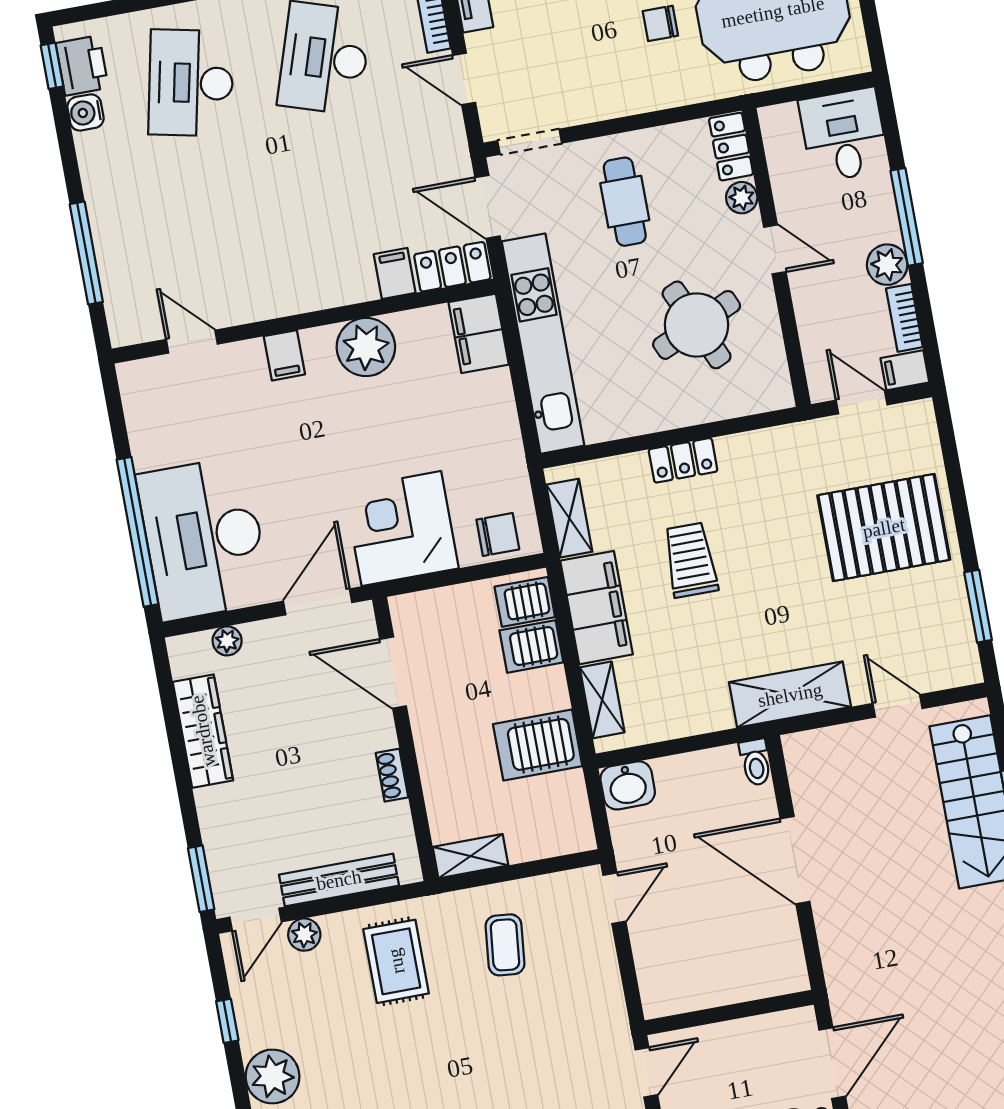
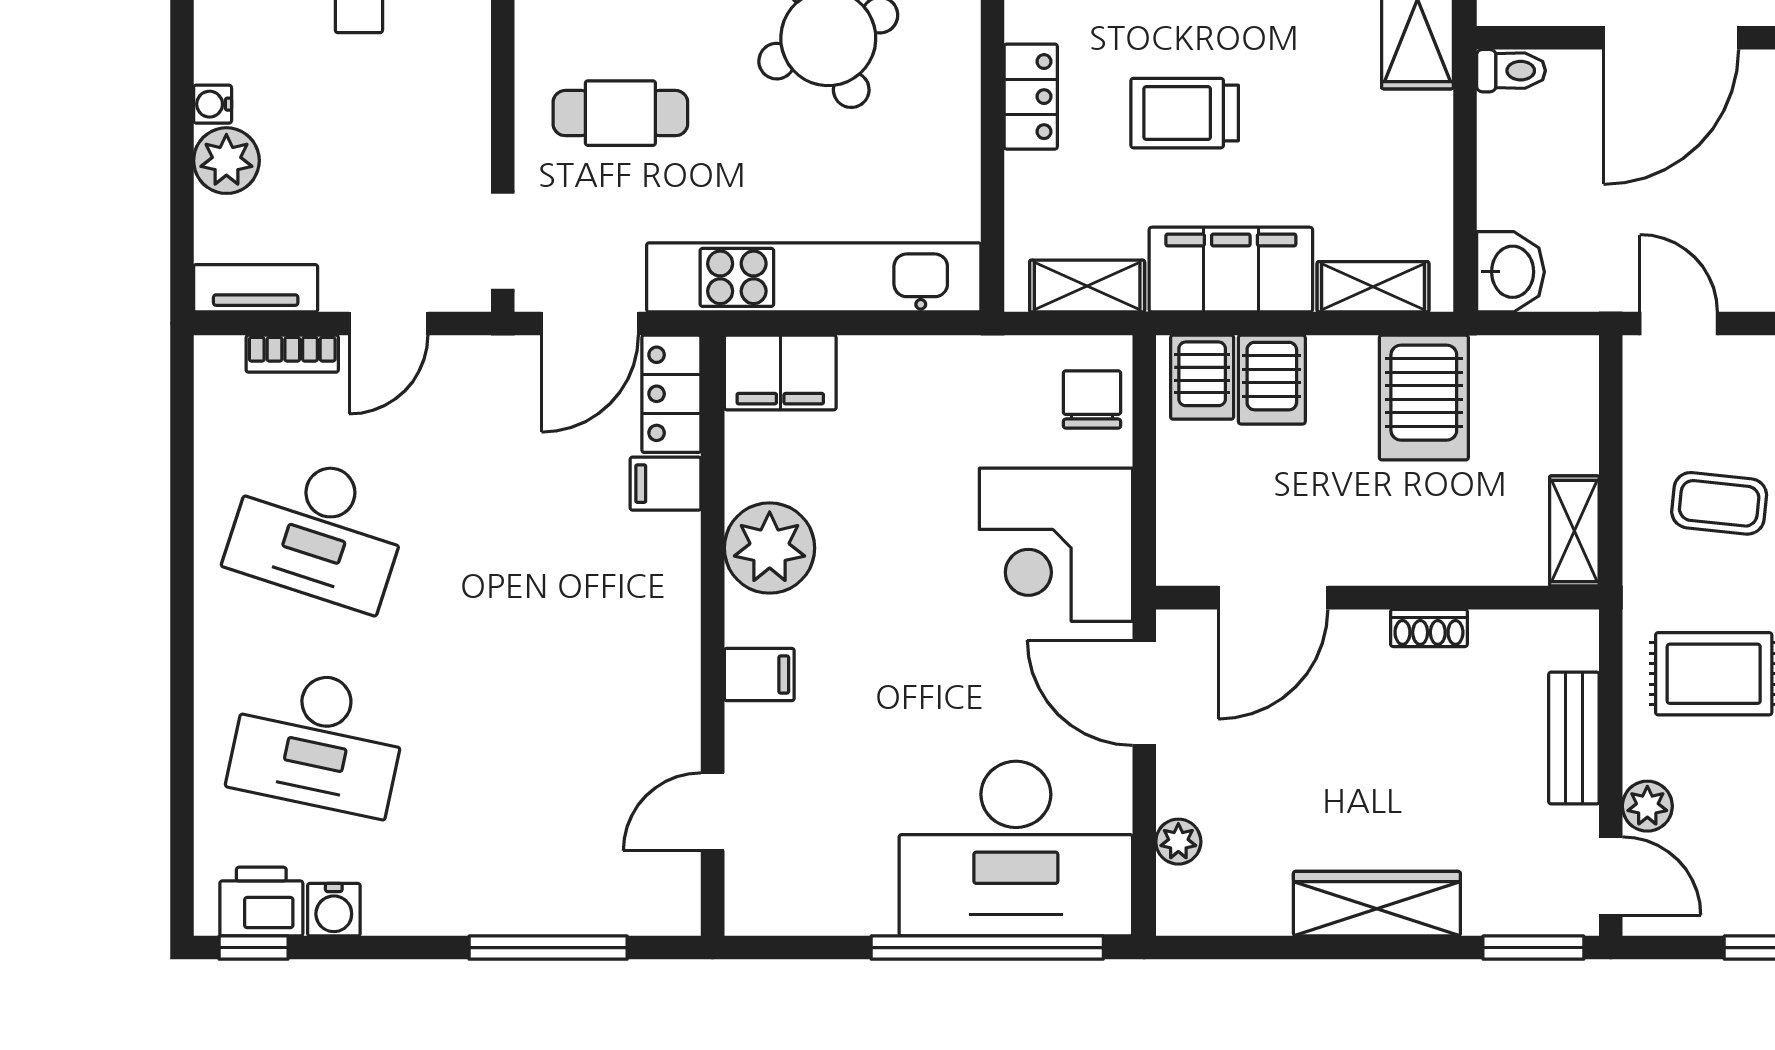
wardrobe: (203, 731) -> (1377, 904), moved
bench: (339, 880) -> (1574, 738), width x0.73

